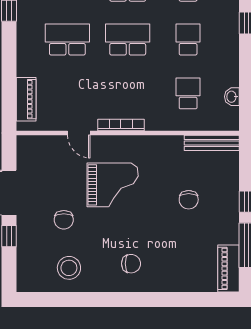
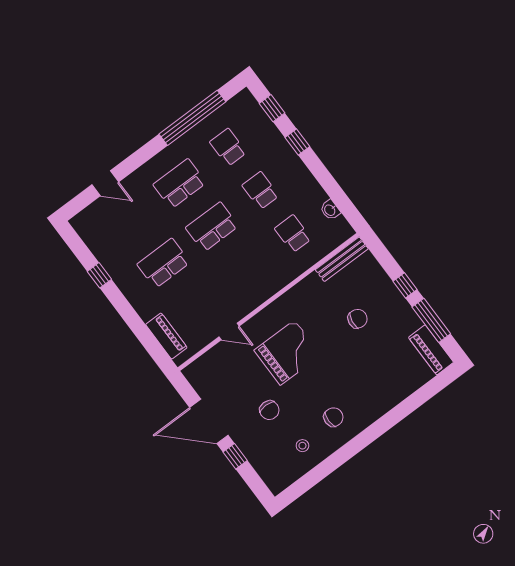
bookcase: (121, 125) -> (258, 299), removed
chair: (189, 200) -> (357, 319), turned -82
chair: (131, 264) -> (333, 417), moved
stool: (69, 268) -> (302, 446), width x0.53, depth x0.53

